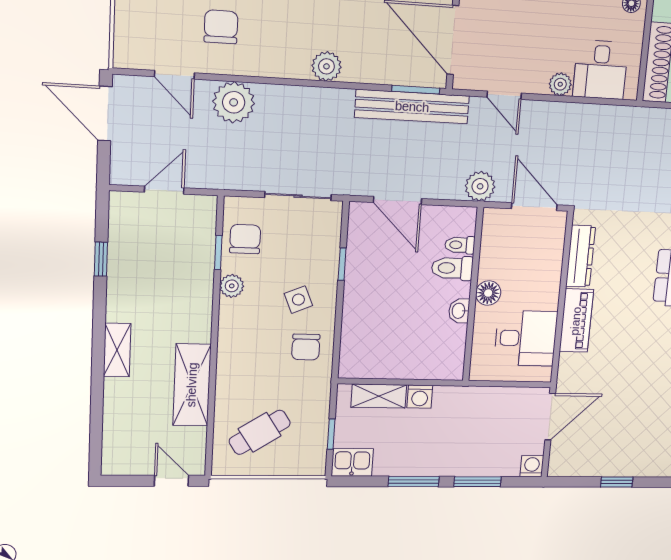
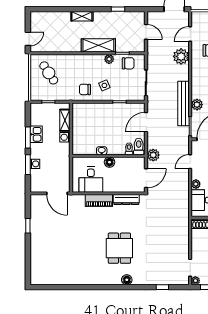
plant: (326, 66) -> (197, 105), moved
bench: (412, 107) -> (183, 103), moved
toilet: (452, 268) -> (139, 146), moved
shelving: (192, 385) -> (98, 45), moved
kitchen sink: (352, 462) -> (36, 134), moved
washing machine: (532, 466) -> (35, 164), moved

